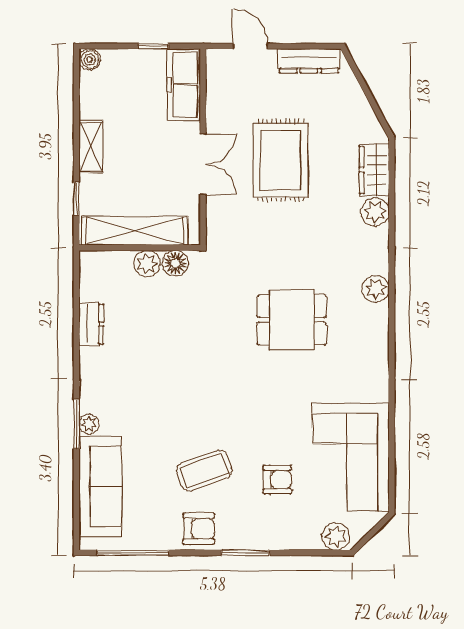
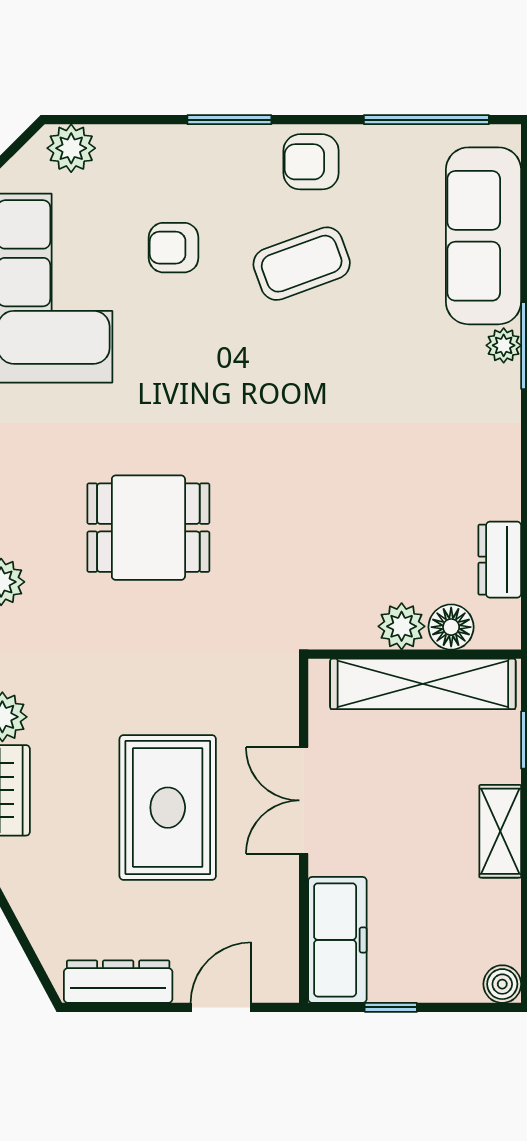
door: (250, 46) -> (221, 1007), swing flipped
floor lamp: (175, 263) -> (451, 627), moved
dresser: (91, 324) -> (500, 560), moved

